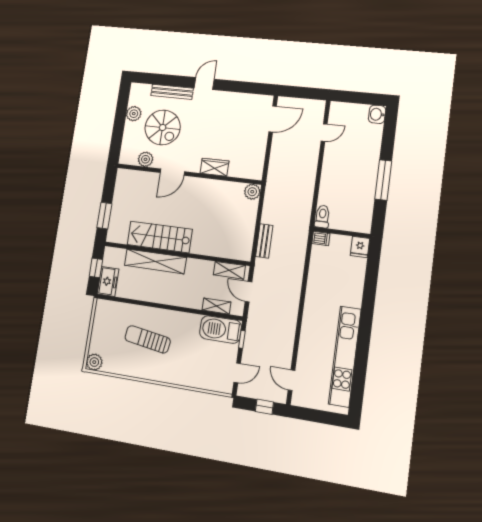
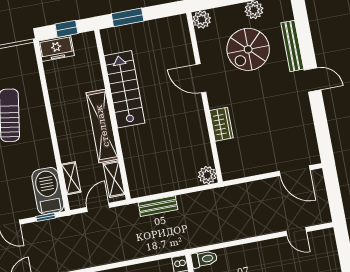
plant: (145, 159) -> (202, 20), moved
shelving: (155, 261) -> (102, 126), moved

